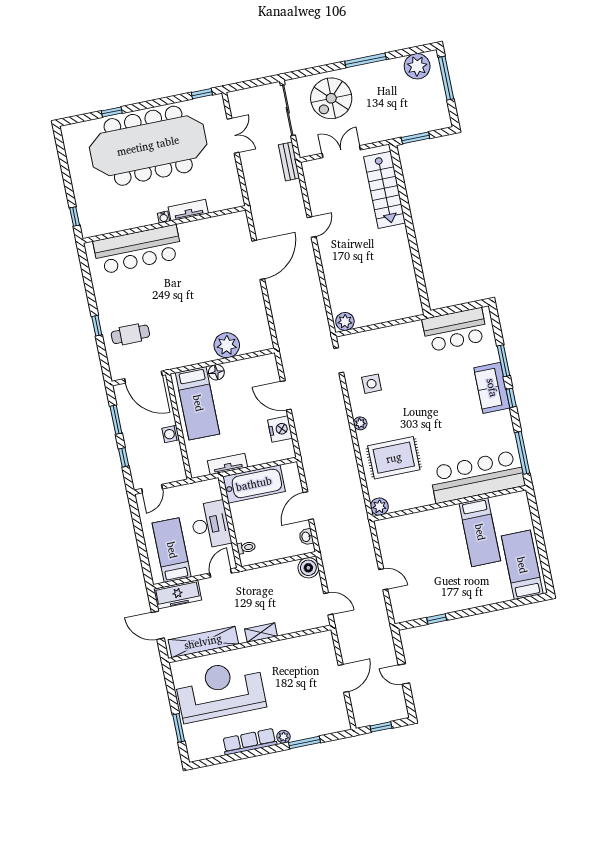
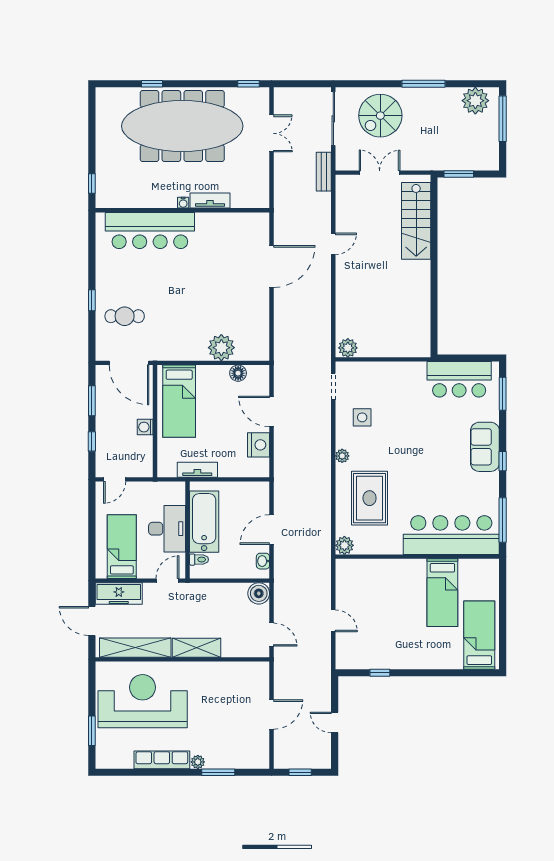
window: (504, 361) -> (503, 394), moved
floor lamp: (216, 372) -> (238, 373), moved
rug: (394, 458) -> (370, 498), turned 90
bathtub: (254, 484) -> (204, 522), moved, turned -90
shelving: (261, 633) -> (197, 648), width x1.50, depth x1.33

